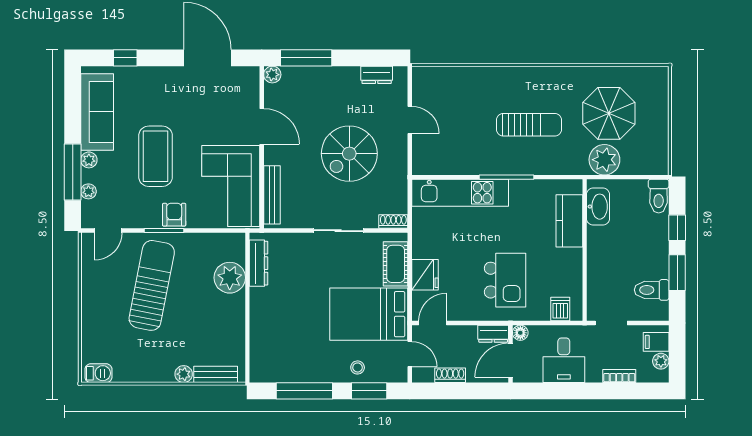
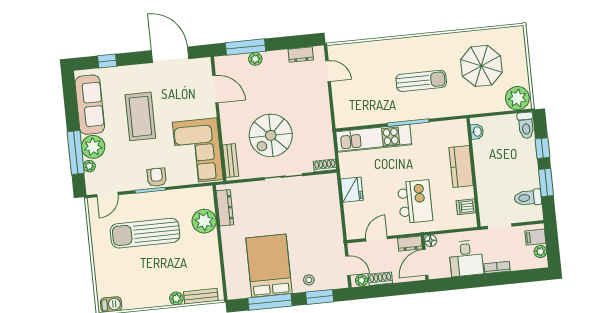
plant: (272, 75) -> (255, 59), moved
door: (410, 120) -> (328, 71), moved
door: (262, 126) -> (215, 89), moved
spiral stairs: (349, 154) -> (271, 135), moved
coffee table: (156, 156) -> (140, 116), moved
plant: (89, 160) -> (93, 147), width x1.88, depth x1.88
plant: (604, 160) -> (517, 98), moved
bench: (272, 195) -> (231, 161), width x0.73
washbasin: (598, 207) -> (477, 132), width x0.52, depth x0.69
kitchen counter: (569, 221) -> (461, 167), moved
cot: (396, 264) -> (330, 198), removed
fridge: (425, 275) -> (352, 190), moved
sun lounger: (152, 285) -> (145, 233), turned -101
dishwasher: (560, 309) -> (466, 207), moved, turned -90
bed: (369, 314) -> (269, 266), moved, turned 90
door: (433, 323) -> (377, 239), moved
plant: (426, 375) -> (362, 280), added
bookcase: (619, 376) -> (497, 267), moved

